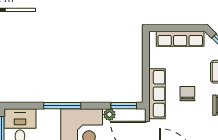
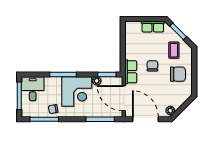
row of seats: (180, 39) -> (153, 27), width x0.68
row of seats: (157, 94) -> (131, 72), width x0.68

